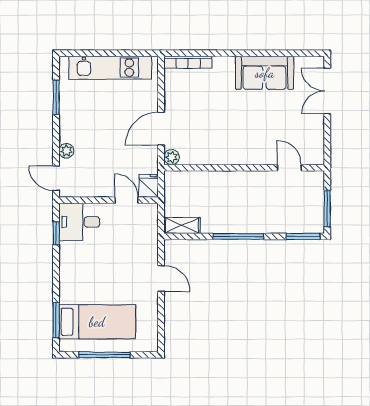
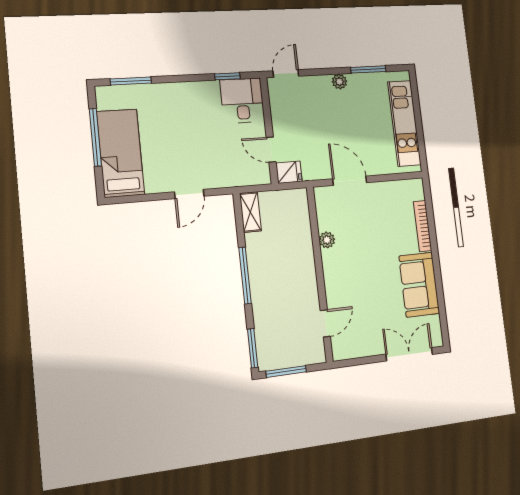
bookcase: (188, 62) -> (423, 226), moved
plant: (66, 151) -> (339, 82), moved
plant: (172, 157) -> (327, 240), moved
door: (126, 200) -> (271, 150), swing flipped
bed: (97, 322) -> (120, 153), moved, turned 180

